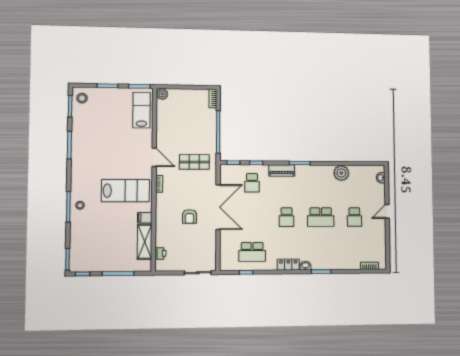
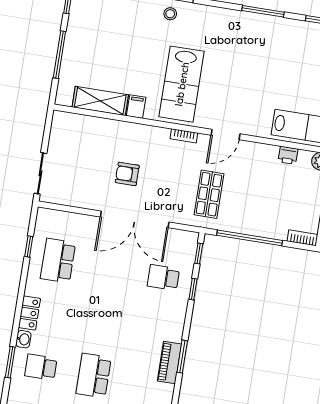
piano: (282, 170) -> (169, 362), moved
school desk: (287, 217) -> (41, 367), moved
printer: (160, 253) -> (288, 155), moved

